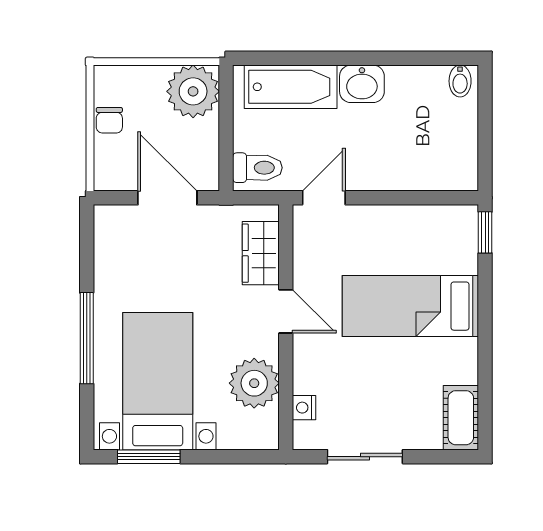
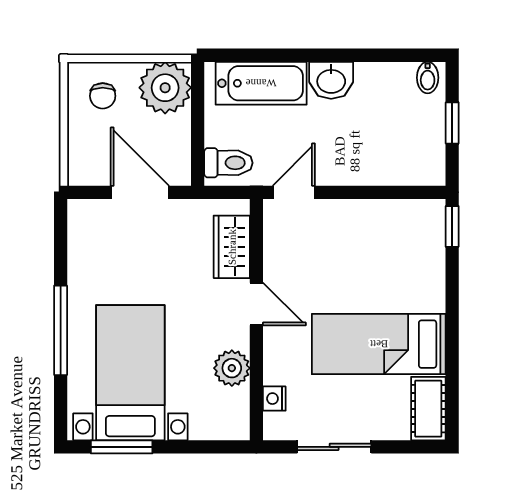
chair: (109, 120) -> (103, 96), moved
window: (485, 127) -> (452, 123), added
bed: (410, 306) -> (379, 344), moved
plant: (254, 383) -> (232, 368), width x0.73, depth x0.73

